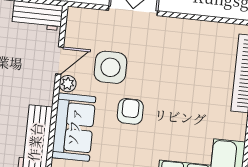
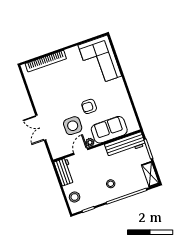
door: (60, 60) -> (81, 151), hinge flipped

